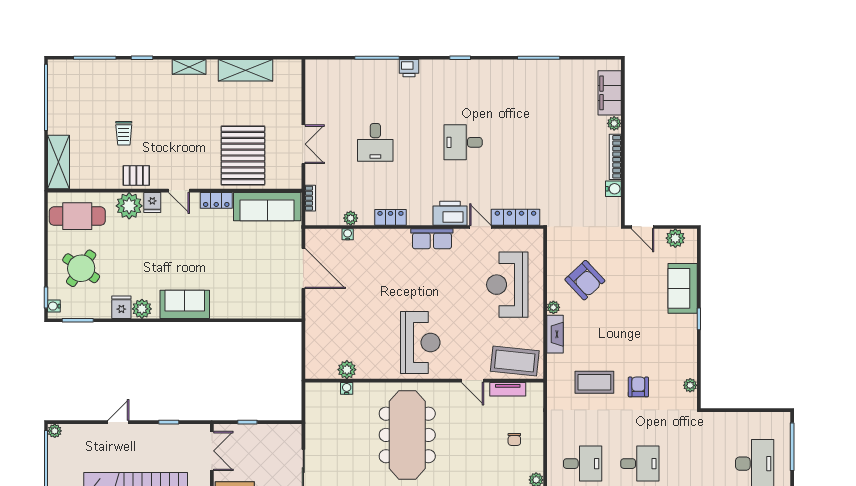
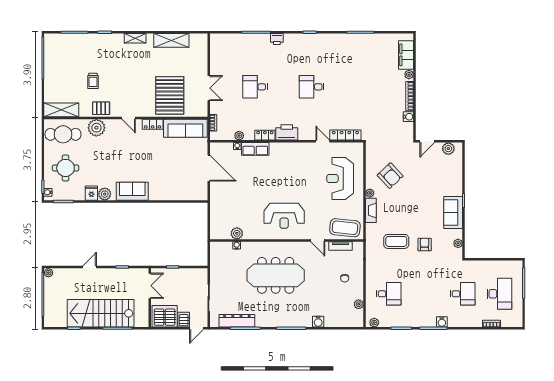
desk: (375, 142) -> (255, 87), turned 90
shelving: (58, 162) -> (61, 110), moved, turned 90
fridge: (152, 202) -> (111, 126), removed
printer: (450, 213) -> (287, 132), moved
door: (642, 227) -> (427, 141), hinge flipped
row of seats: (432, 239) -> (255, 149), moved
round table: (81, 268) -> (66, 168), turned -35
sofa: (683, 288) -> (453, 212), moved
reception desk: (420, 343) -> (284, 216), turned 90
meeting table: (407, 435) -> (276, 275), turned 90
desk: (640, 464) -> (463, 294), moved

